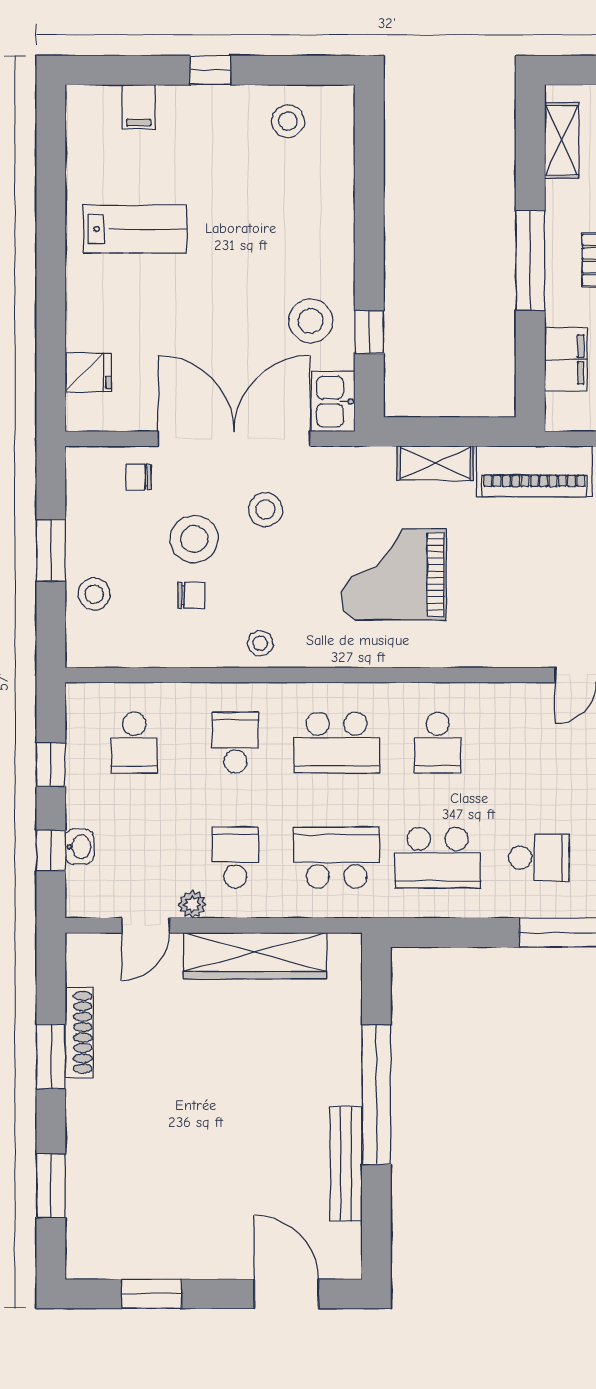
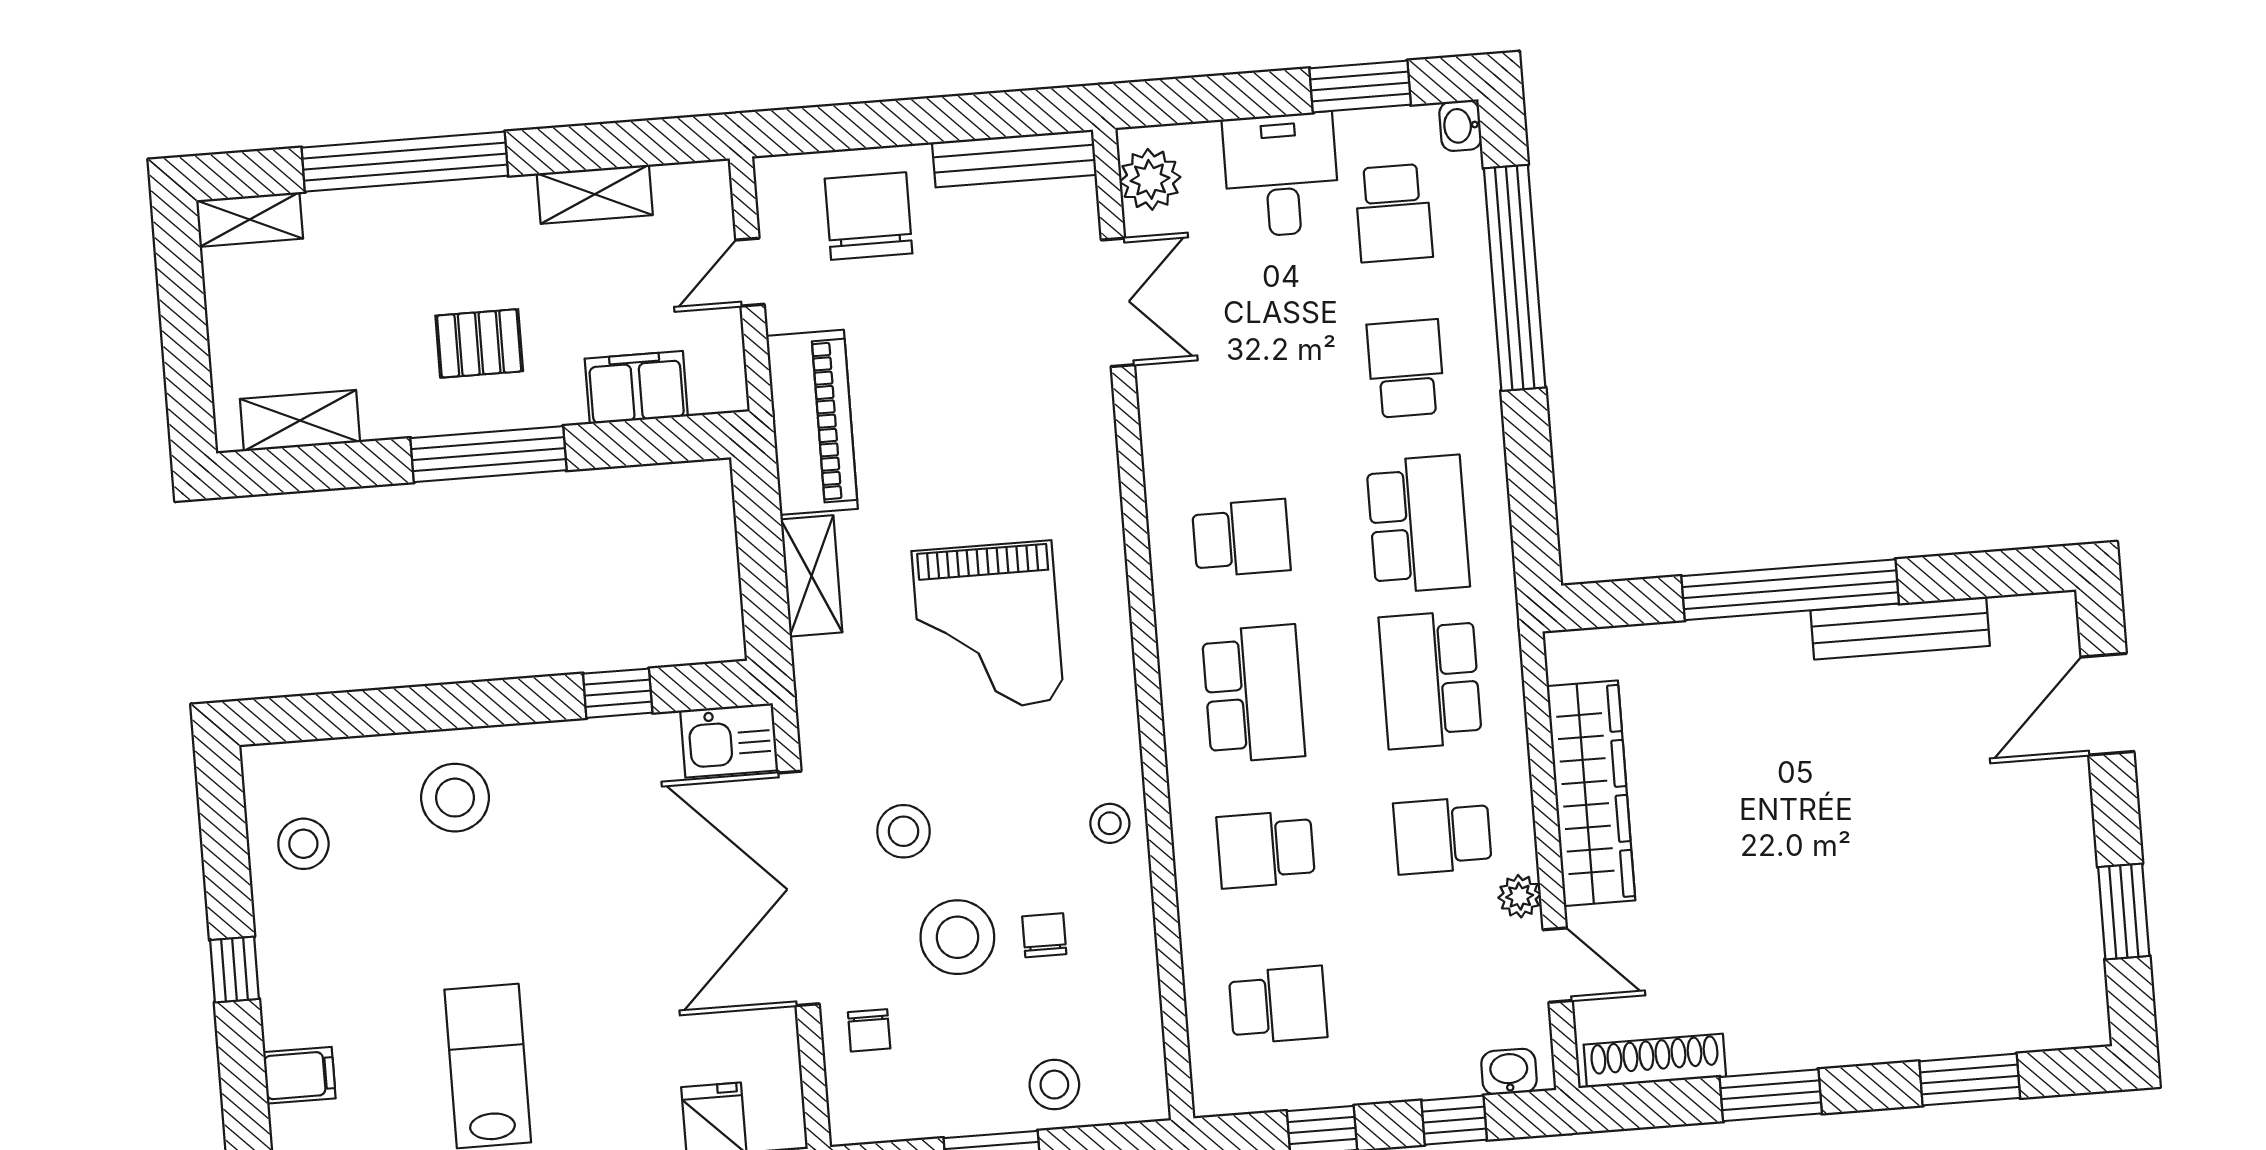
stool: (311, 321) -> (455, 798), moved
washbasin: (79, 847) -> (1509, 1072), moved
shoe rack: (79, 1032) -> (1655, 1061), moved

